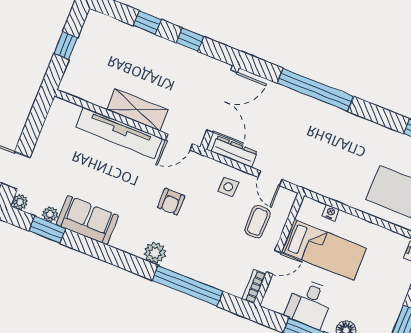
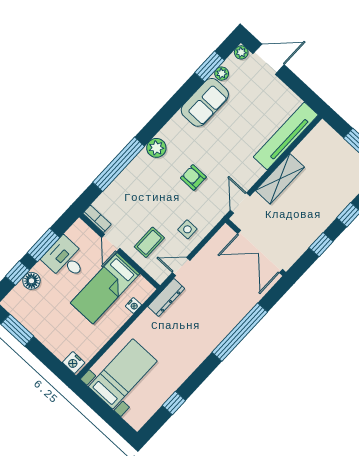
tv unit: (119, 133) -> (286, 136), moved
dresser: (234, 152) -> (166, 297), moved
coffee table: (257, 222) -> (149, 242), turned 90

